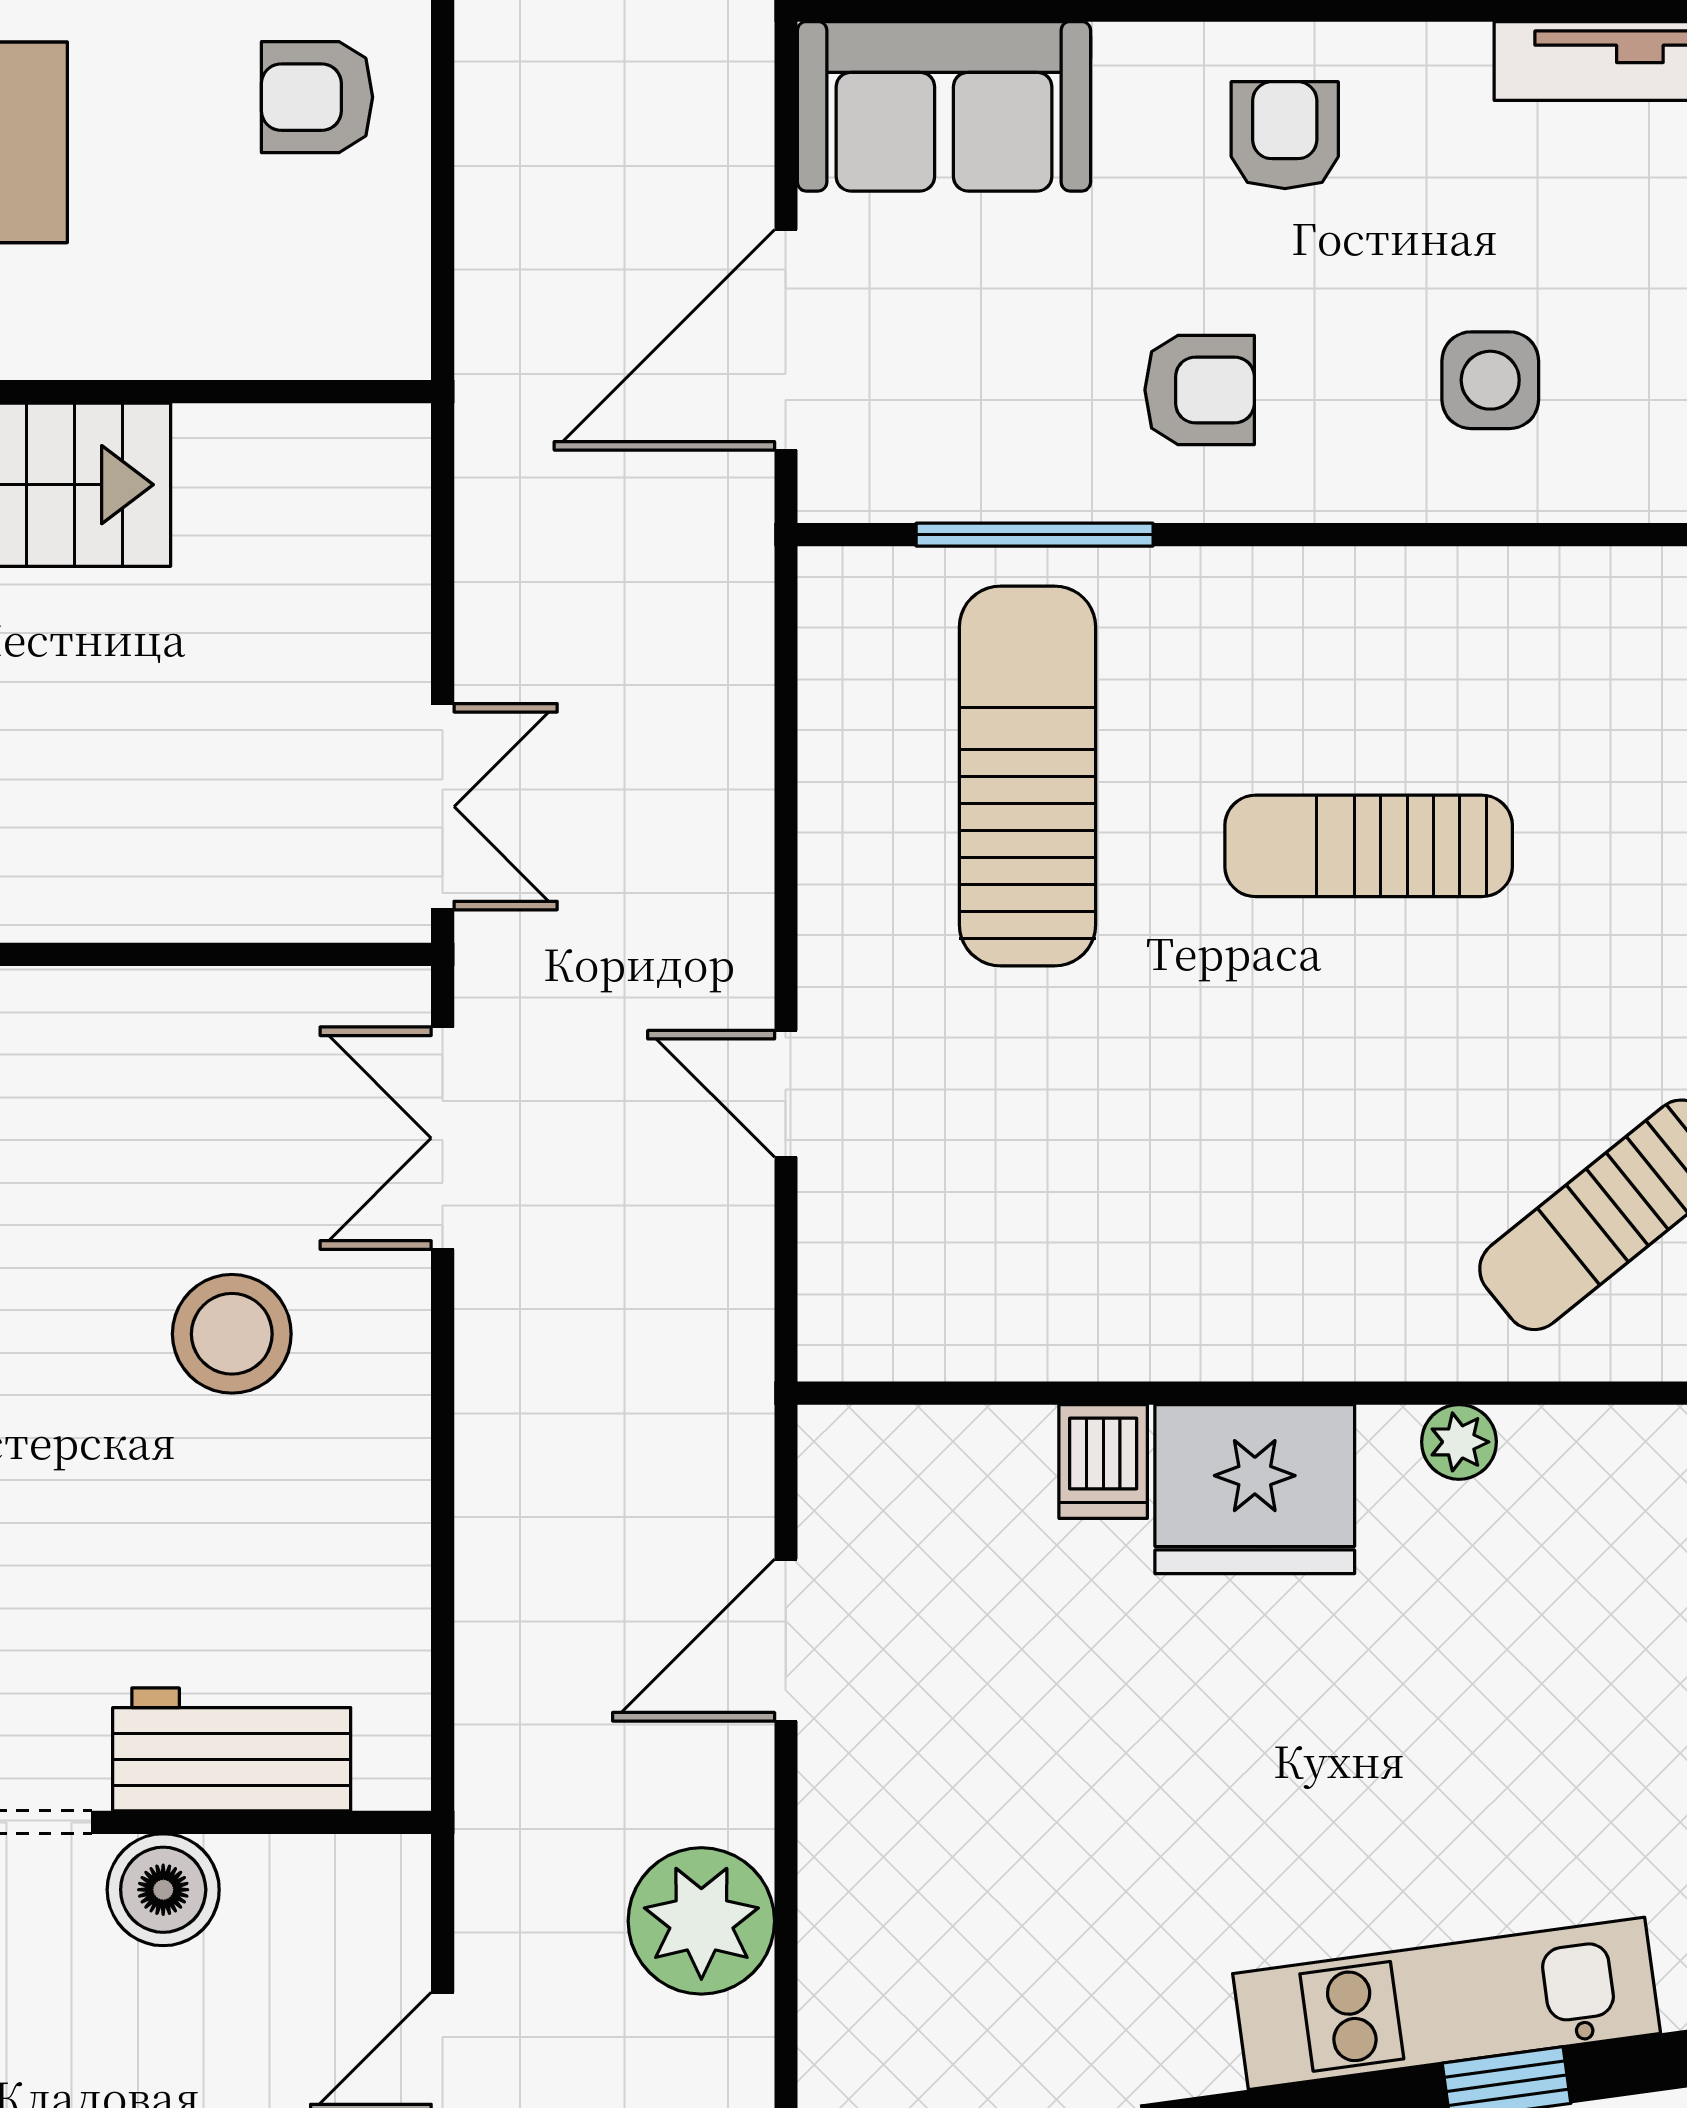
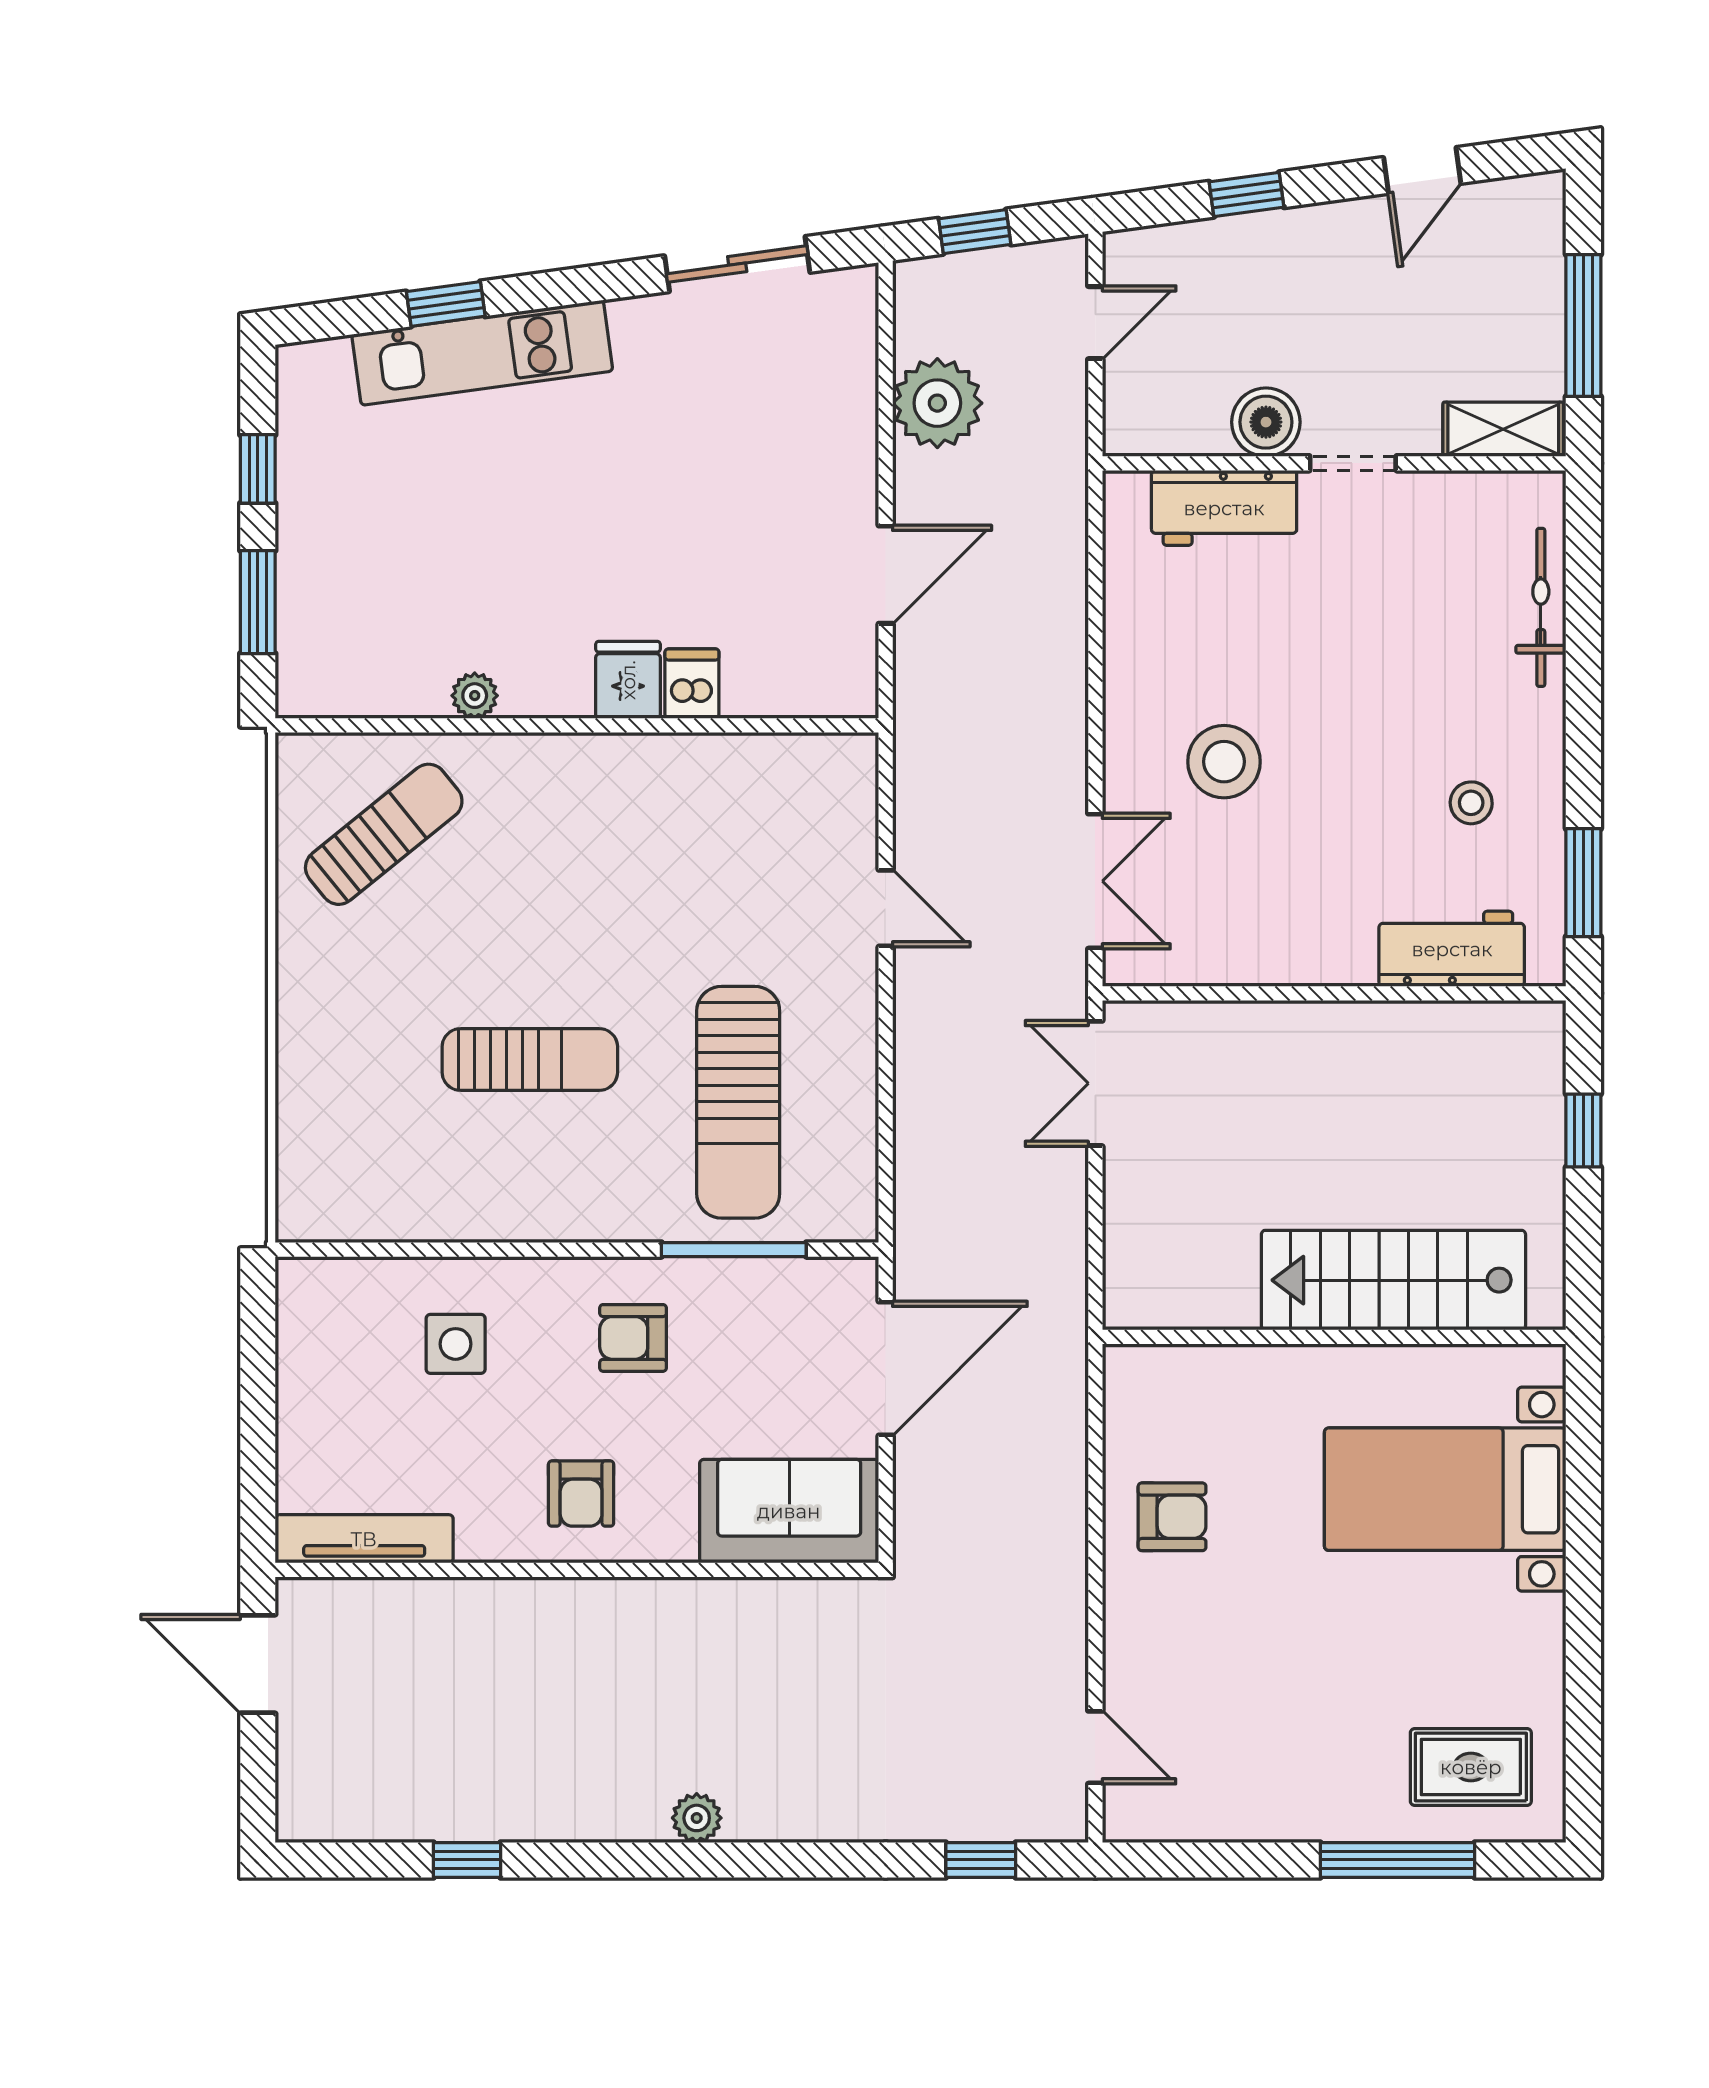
fridge: (1255, 1489) -> (628, 680), width x0.53, depth x0.75

